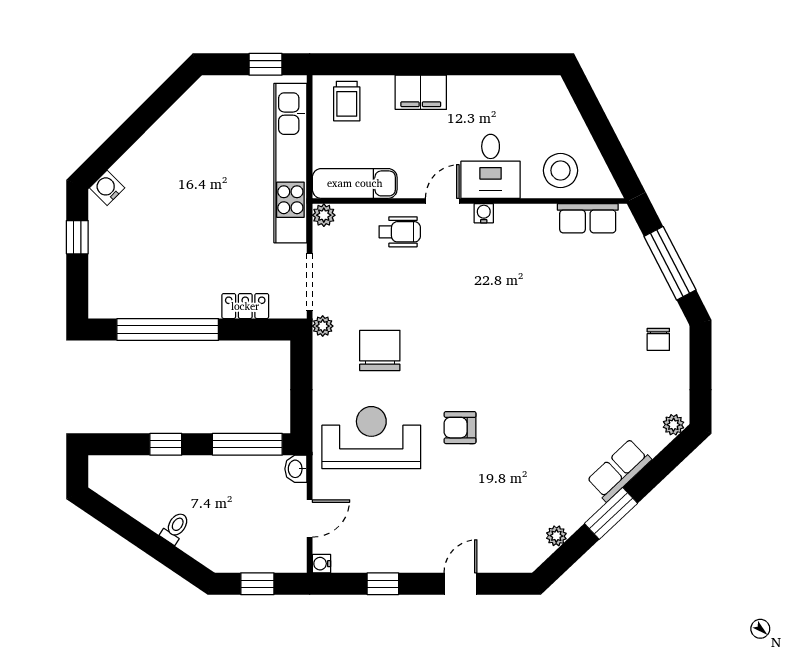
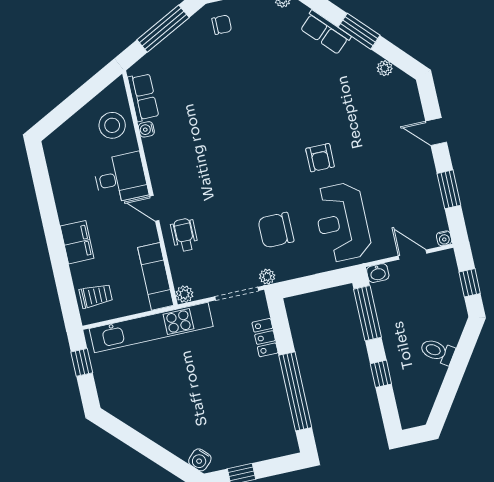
water cooler: (484, 213) -> (146, 129), moved
toilet: (175, 528) -> (437, 351), width x1.37, depth x1.39
window: (383, 584) -> (449, 189), width x1.50

